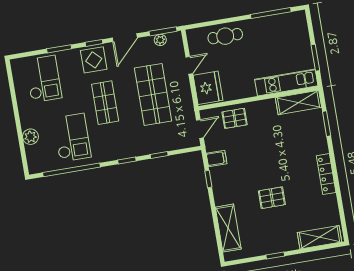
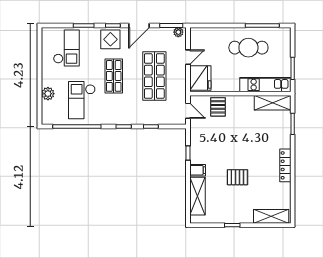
cafe table: (225, 36) -> (248, 48), moved, width x1.37, depth x1.35
plant: (160, 40) -> (178, 32), moved
pallet: (235, 118) -> (218, 107), turned 90
door: (200, 129) -> (188, 111), hinge flipped
checkout: (72, 138) -> (82, 100), turned 180
filing cabinet: (217, 158) -> (198, 170), moved

